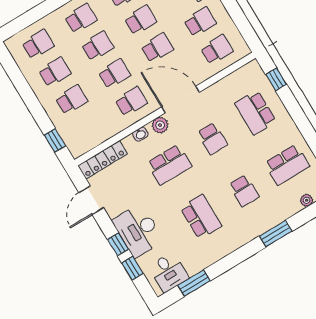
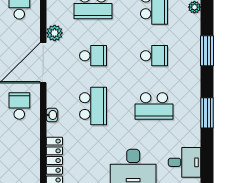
plant: (160, 125) -> (55, 33), moved
school desk: (201, 217) -> (154, 106), turned 180
window: (194, 283) -> (207, 113), moved

